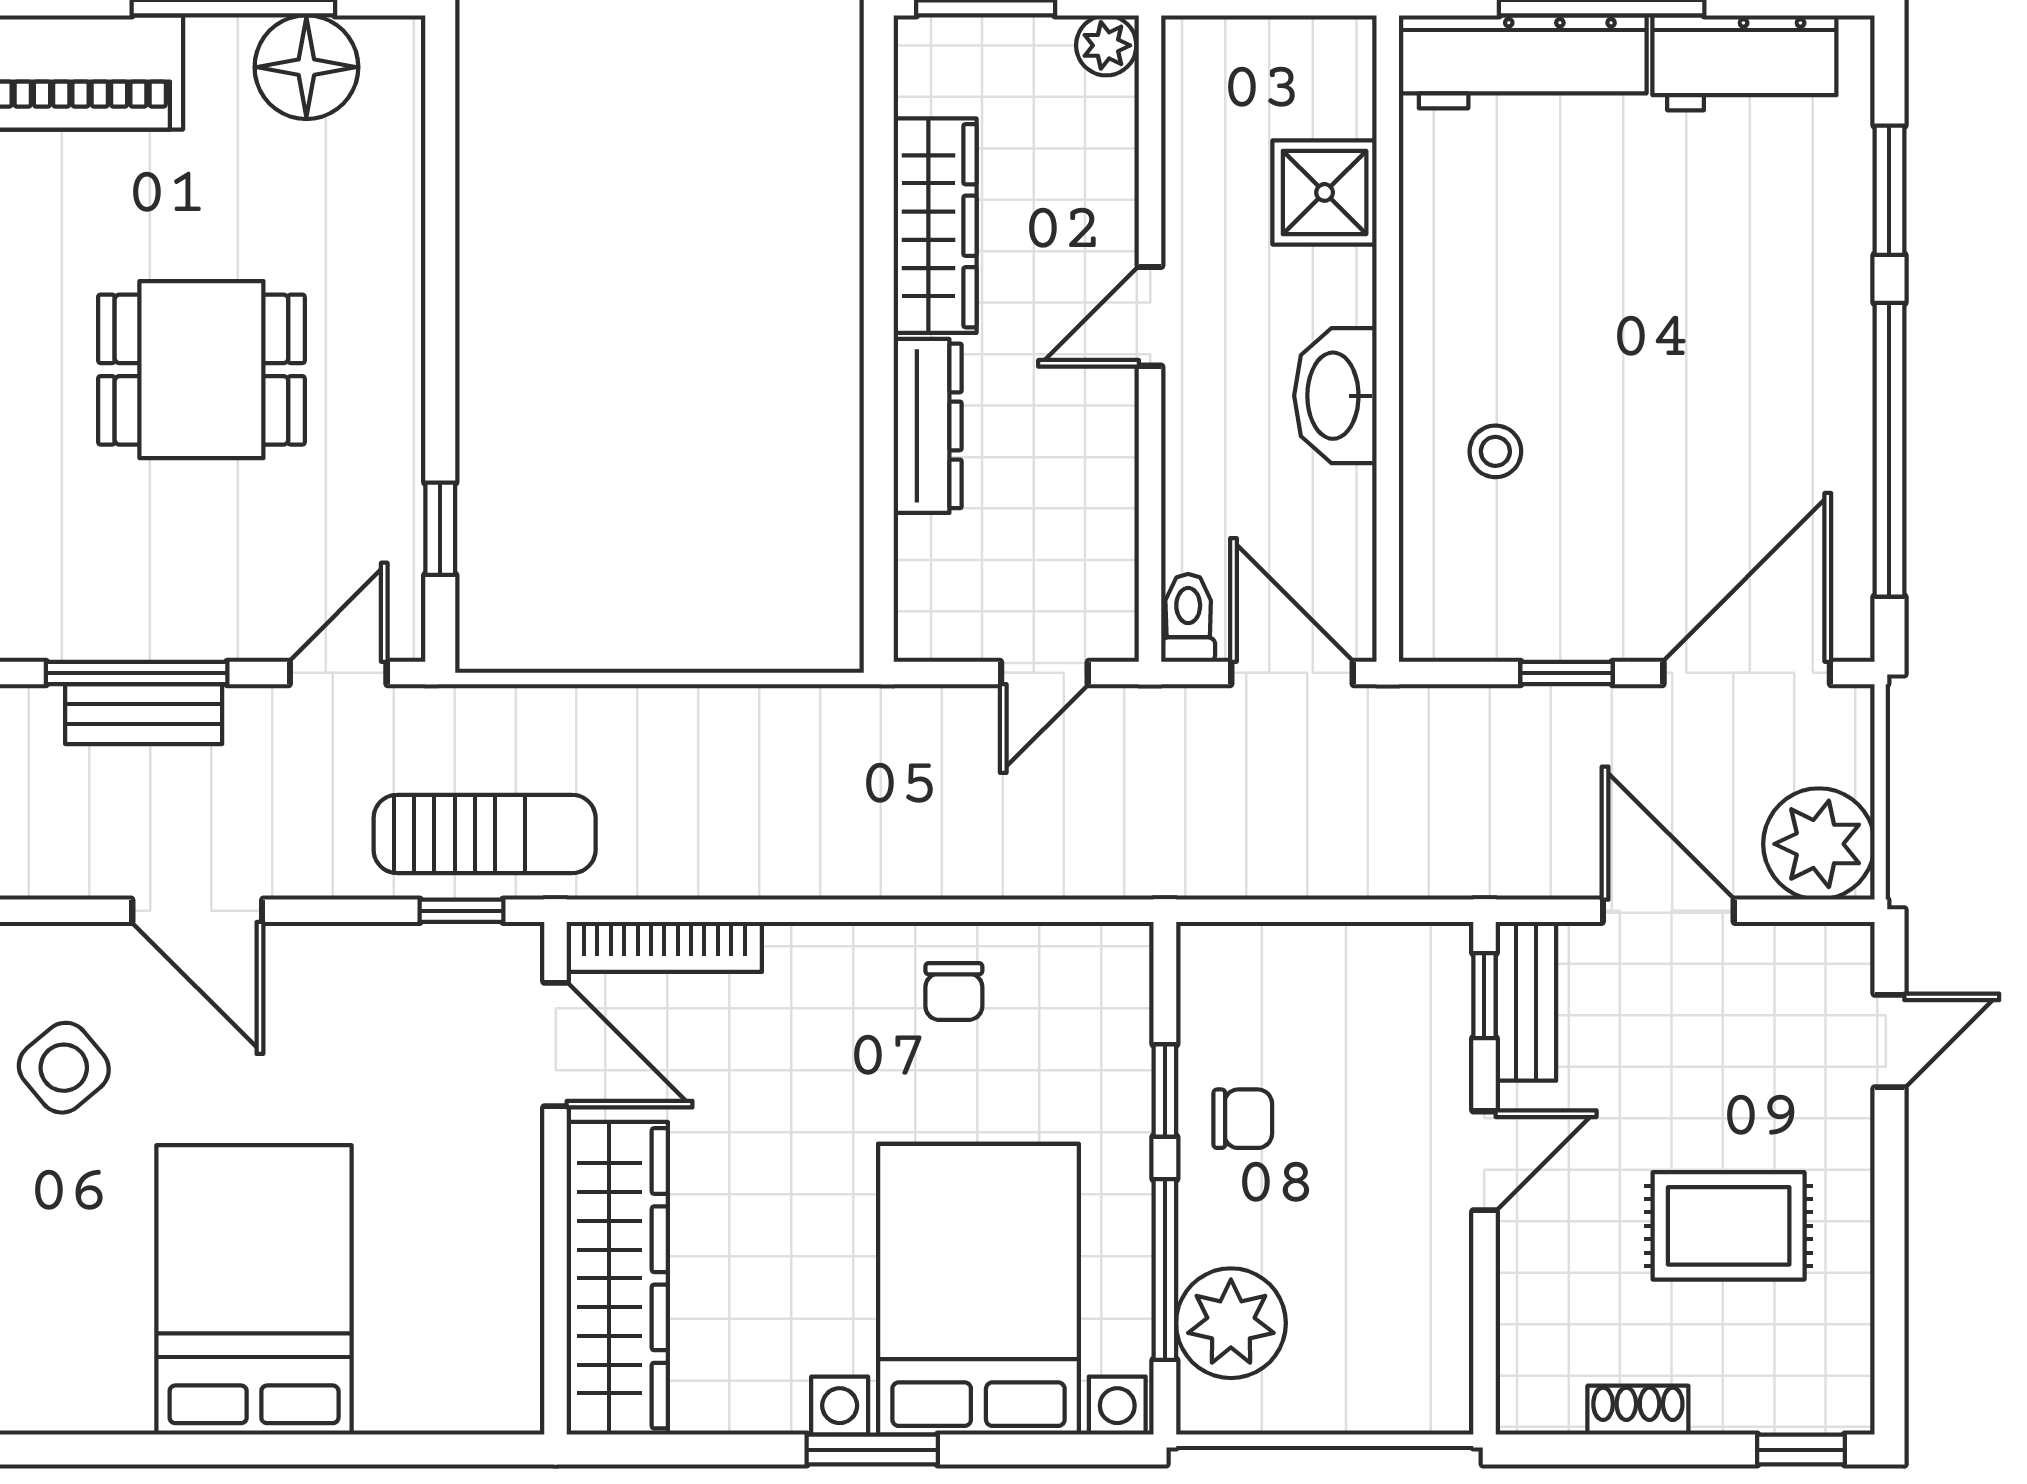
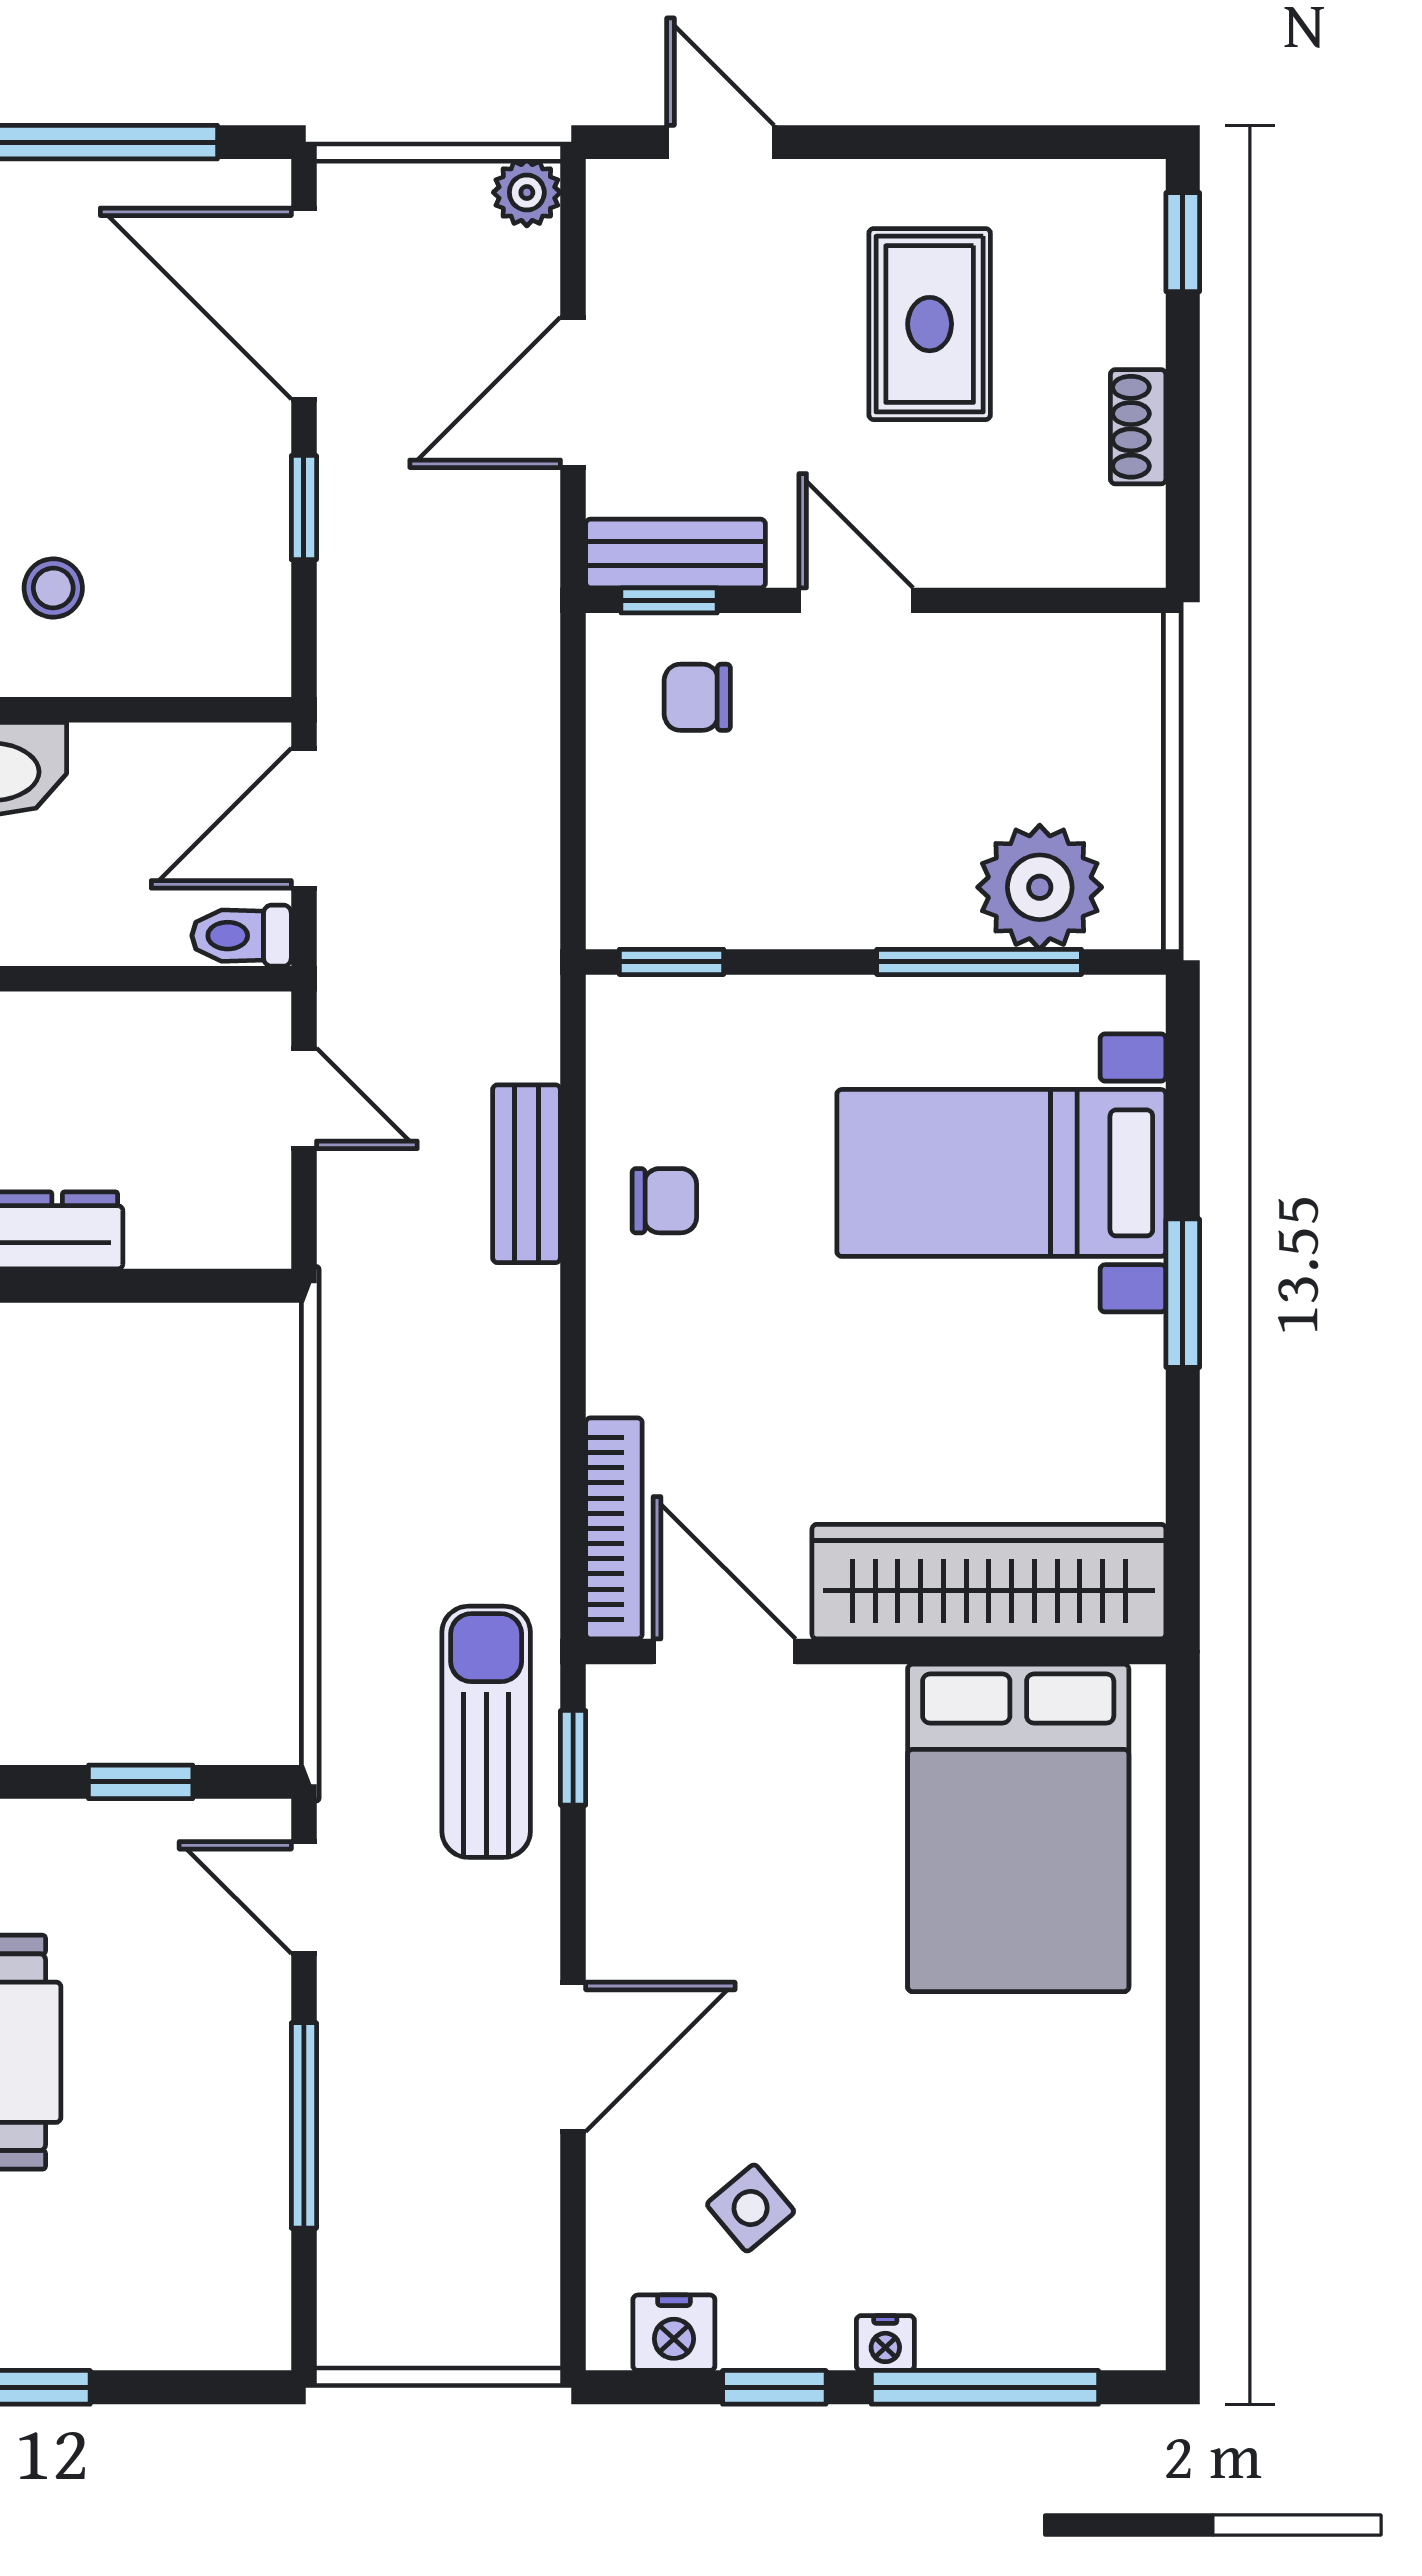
bench: (144, 714) -> (526, 1174), moved
plant: (1819, 844) -> (527, 192), width x0.53, depth x0.53
door: (556, 1045) -> (724, 1652), hinge flipped
side table: (64, 1068) -> (751, 2208), width x0.73, depth x0.73
window: (1165, 1090) -> (672, 962), moved
chair: (1243, 1119) -> (697, 697), moved, turned -90
bed with nightstands: (978, 1289) -> (1001, 1173), width x0.73
bed: (254, 1290) -> (1018, 1828), moved, turned -90

